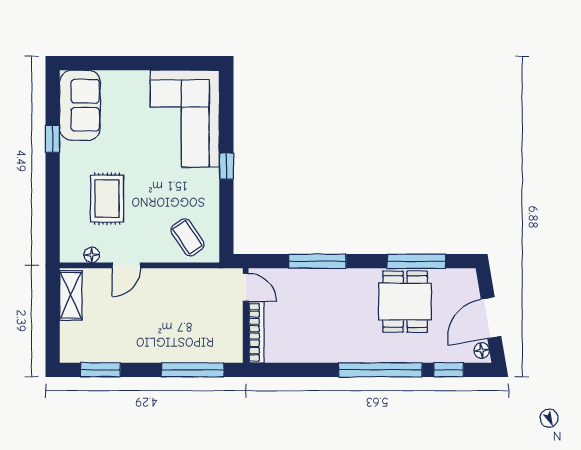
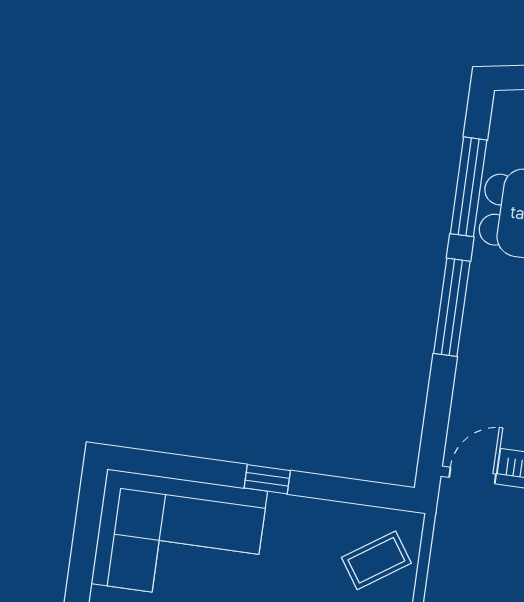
window: (317, 261) -> (452, 307), moved

